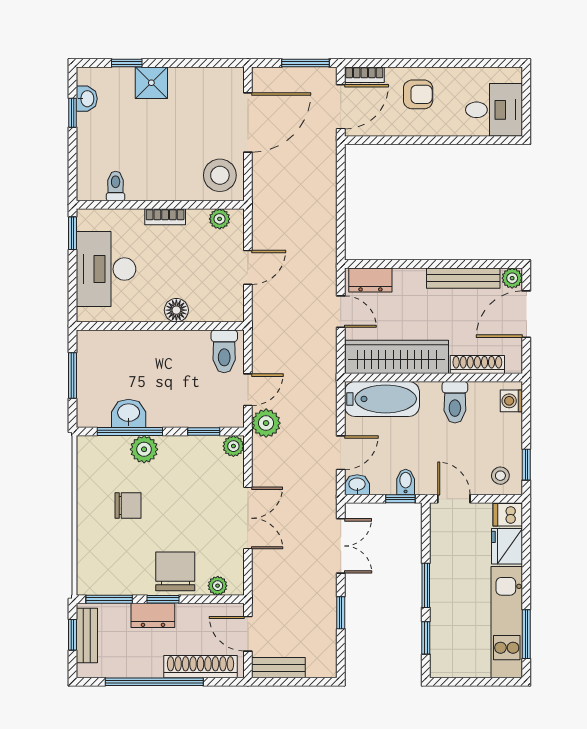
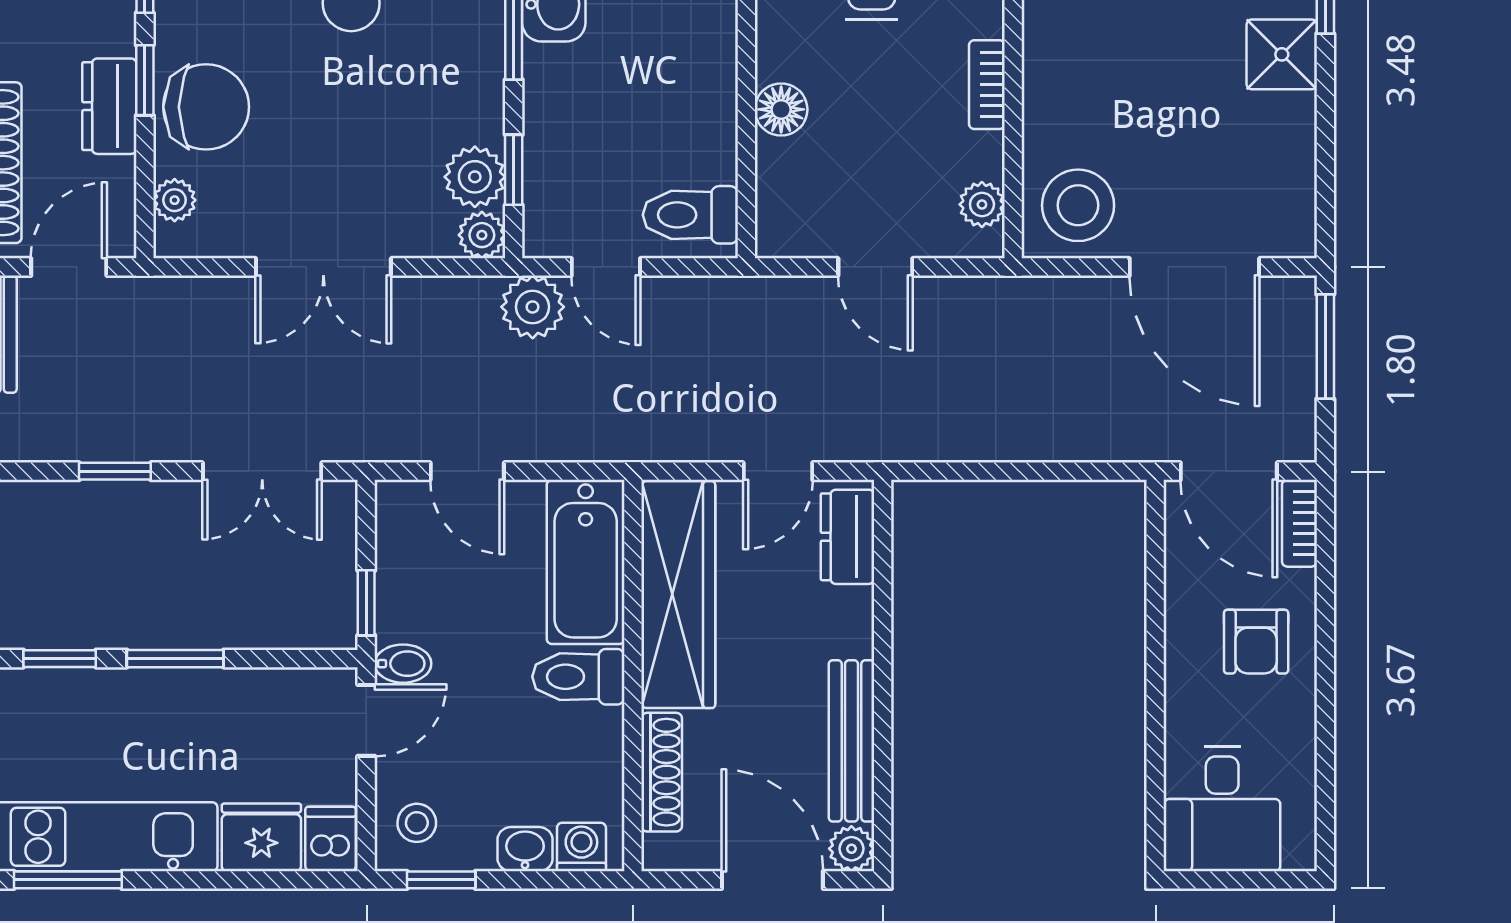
window: (306, 63) -> (1325, 347), moved
toilet: (455, 402) -> (578, 677), moved
plant: (144, 449) -> (475, 177), moved
bidet: (406, 482) -> (403, 664), moved
washbasin: (357, 485) -> (525, 849), moved, turned -90
dresser: (153, 615) -> (109, 106), moved

